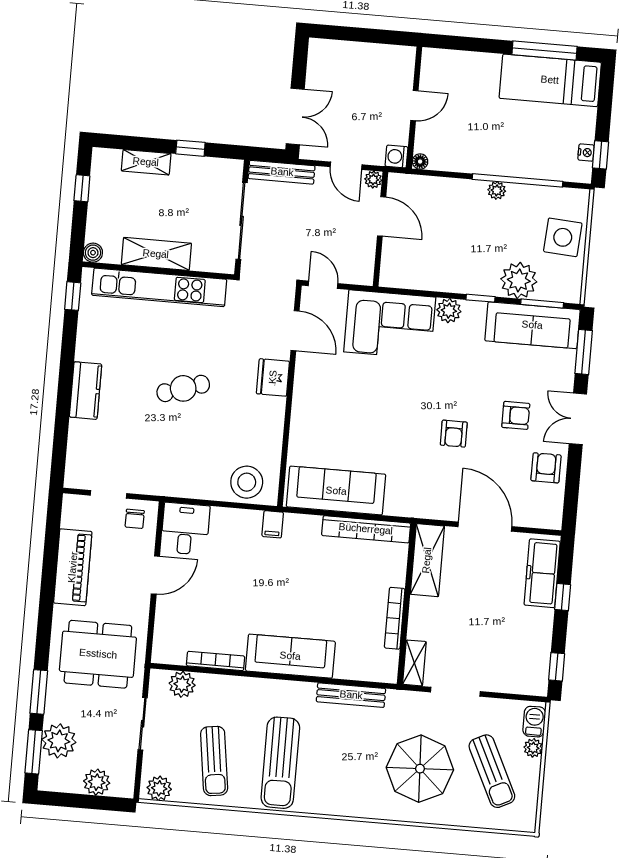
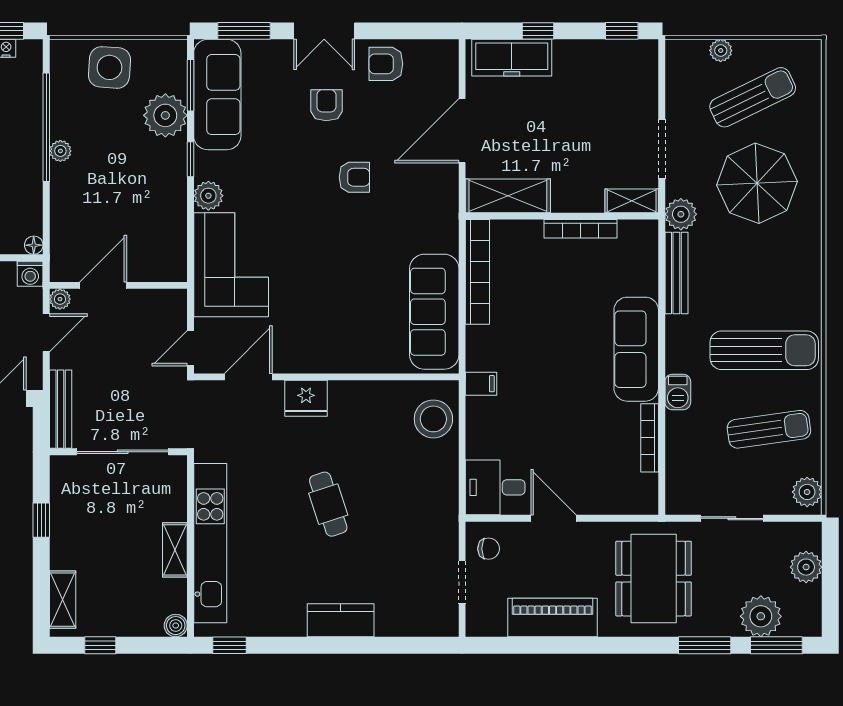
shelving: (146, 162) -> (63, 600), moved
shelving: (156, 254) -> (175, 550), width x0.67, depth x0.75
plant: (182, 684) -> (681, 214), moved
barbecue: (534, 722) -> (678, 392), moved, turned -90

